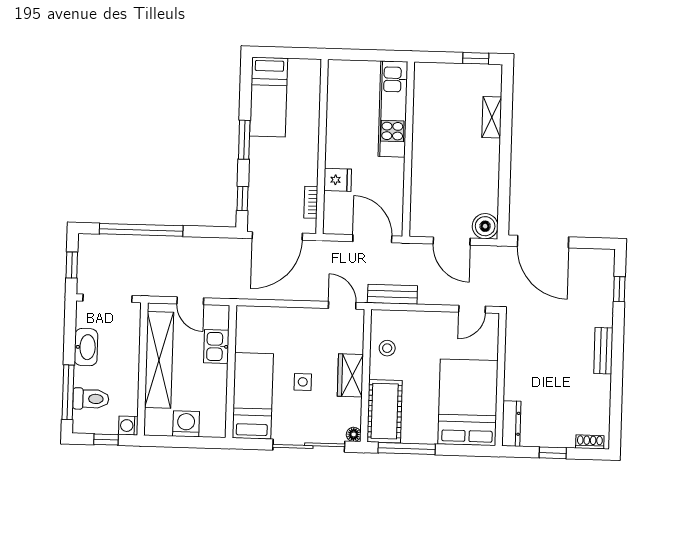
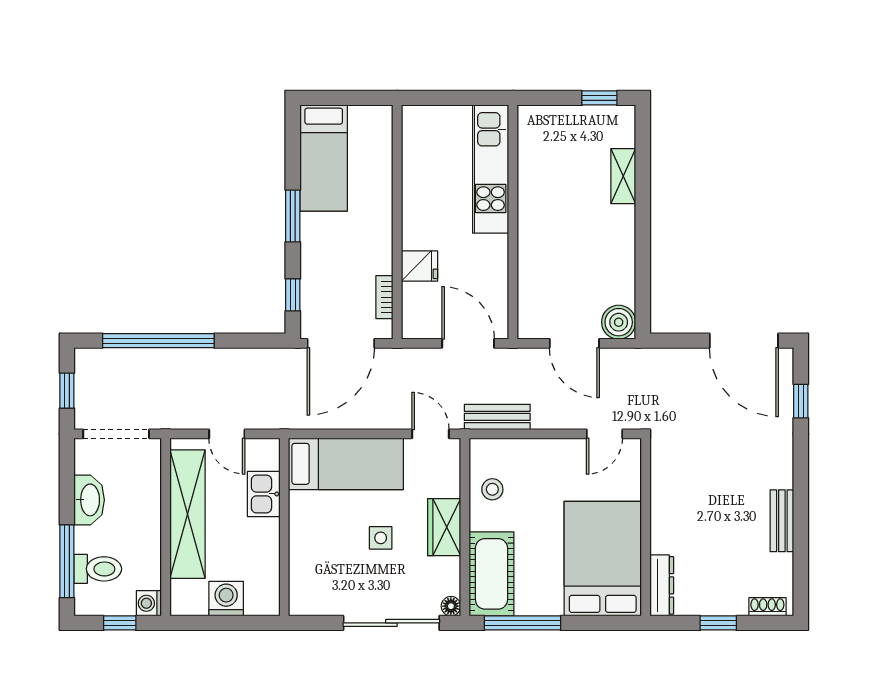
door: (543, 242) -> (744, 341), moved
bench: (603, 351) -> (782, 521), moved
bed: (253, 396) -> (346, 464), moved, turned 90

